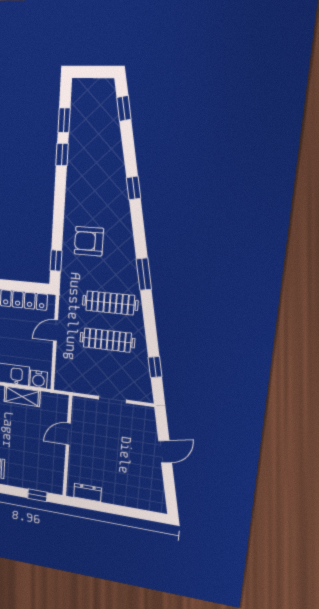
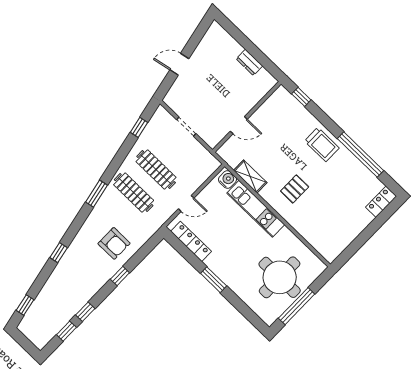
window: (56, 261) -> (120, 276), moved
dresser: (88, 493) -> (249, 62), moved

